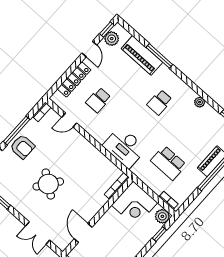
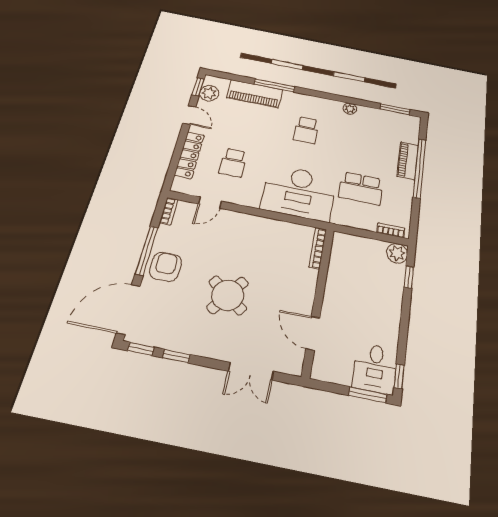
armchair: (22, 147) -> (166, 267), turned -90
desk: (125, 147) -> (299, 193), width x1.36, depth x1.30
corner desk: (135, 204) -> (354, 258), removed

